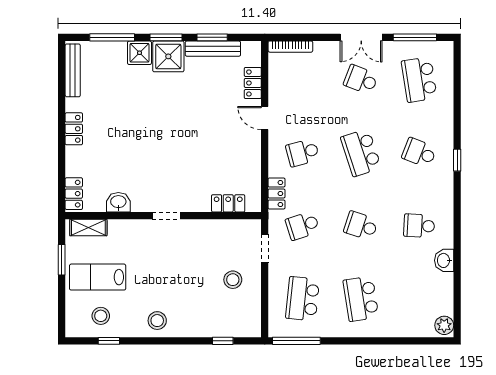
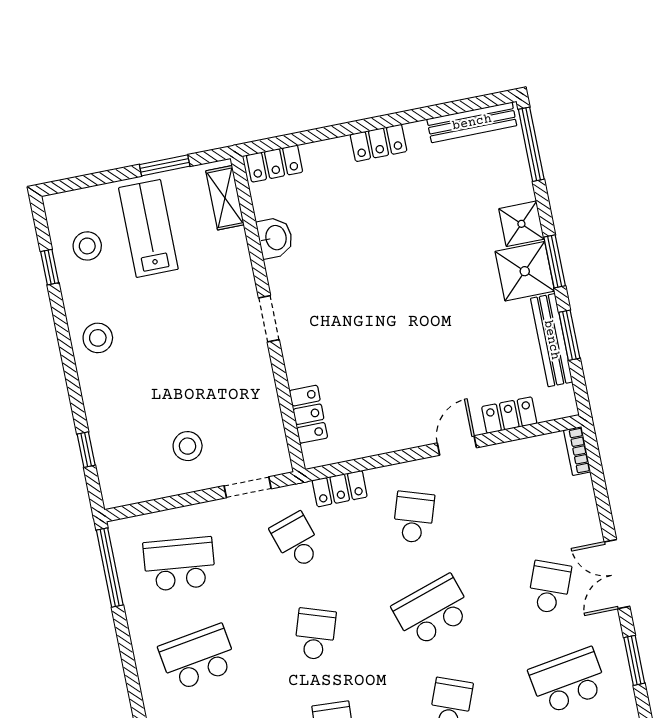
window: (112, 37) -> (531, 144), moved
window: (415, 37) -> (634, 660), width x0.69
bookcase: (290, 47) -> (577, 451), width x0.64
school desk: (303, 153) -> (414, 517), turned 33

